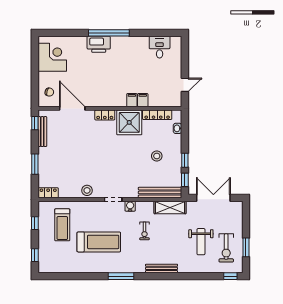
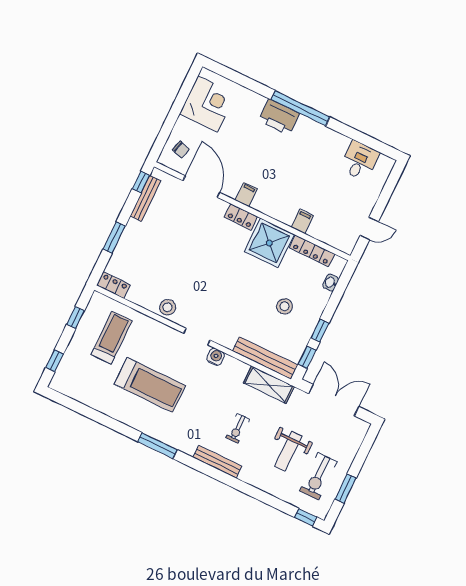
filing cabinet: (132, 100) -> (246, 194), moved
treadmill: (62, 225) -> (112, 338), turned 180
exercise bike: (144, 231) -> (238, 428), moved

